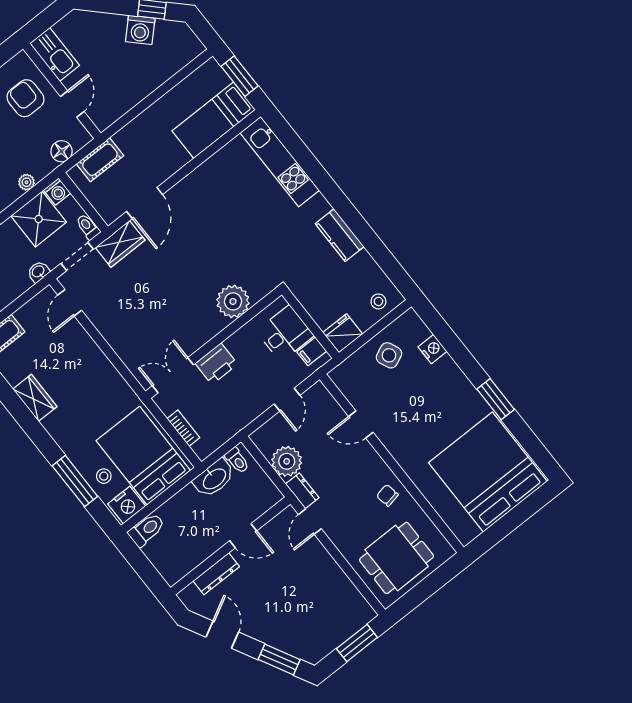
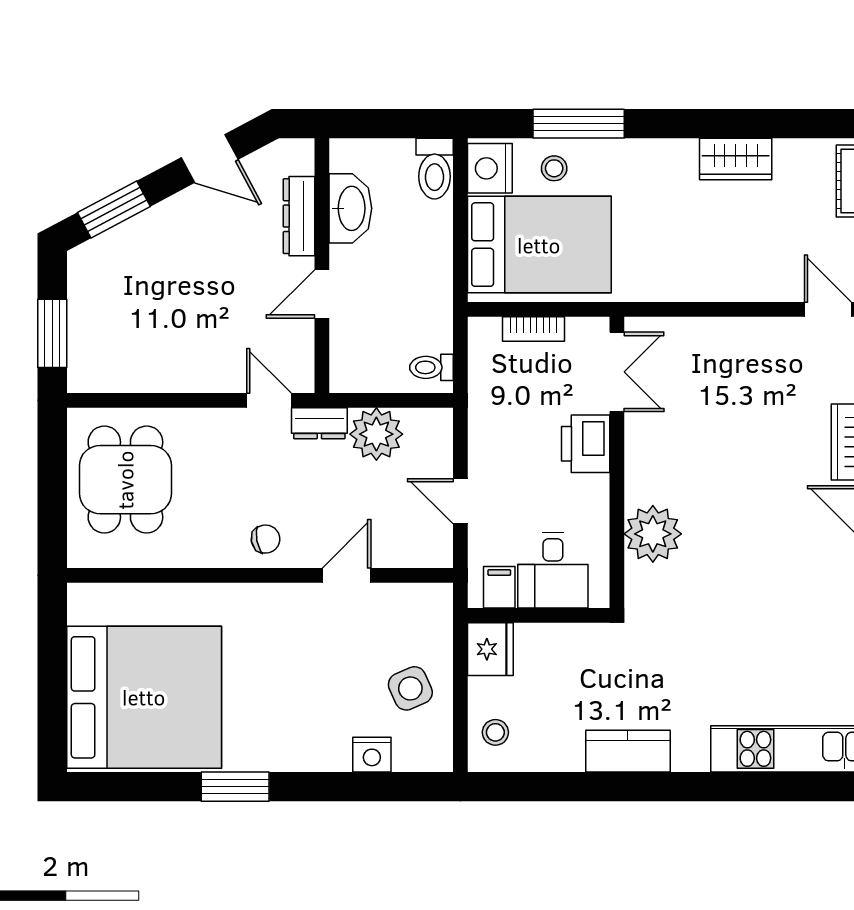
washbasin: (214, 478) -> (350, 208), moved, turned 180
chair: (387, 495) -> (266, 539), moved

